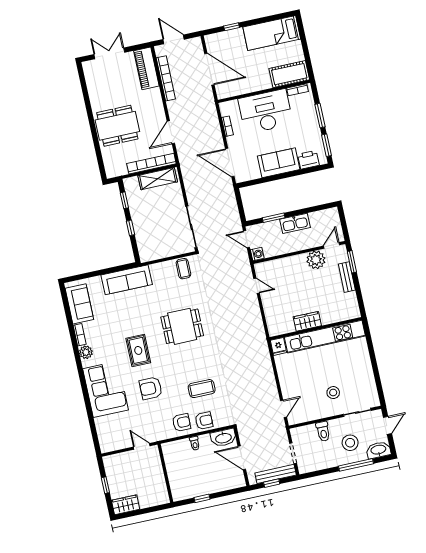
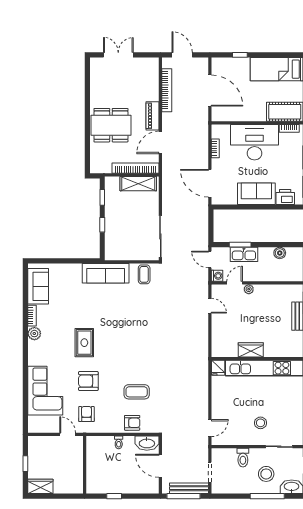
piano: (146, 68) -> (152, 116), moved, width x0.73, depth x0.75
boiler: (315, 217) -> (280, 253), added
kitchen sink: (295, 223) -> (244, 254), moved
door: (332, 245) -> (235, 283), moved
plant: (316, 260) -> (249, 289), moved, width x0.53, depth x0.53
sofa: (127, 280) -> (106, 273), moved
dining table: (182, 326) -> (131, 329), removed
corner sofa: (105, 389) -> (45, 391), moved
armchair: (181, 422) -> (86, 414), moved, turned -90
window: (272, 483) -> (183, 496), width x2.17

